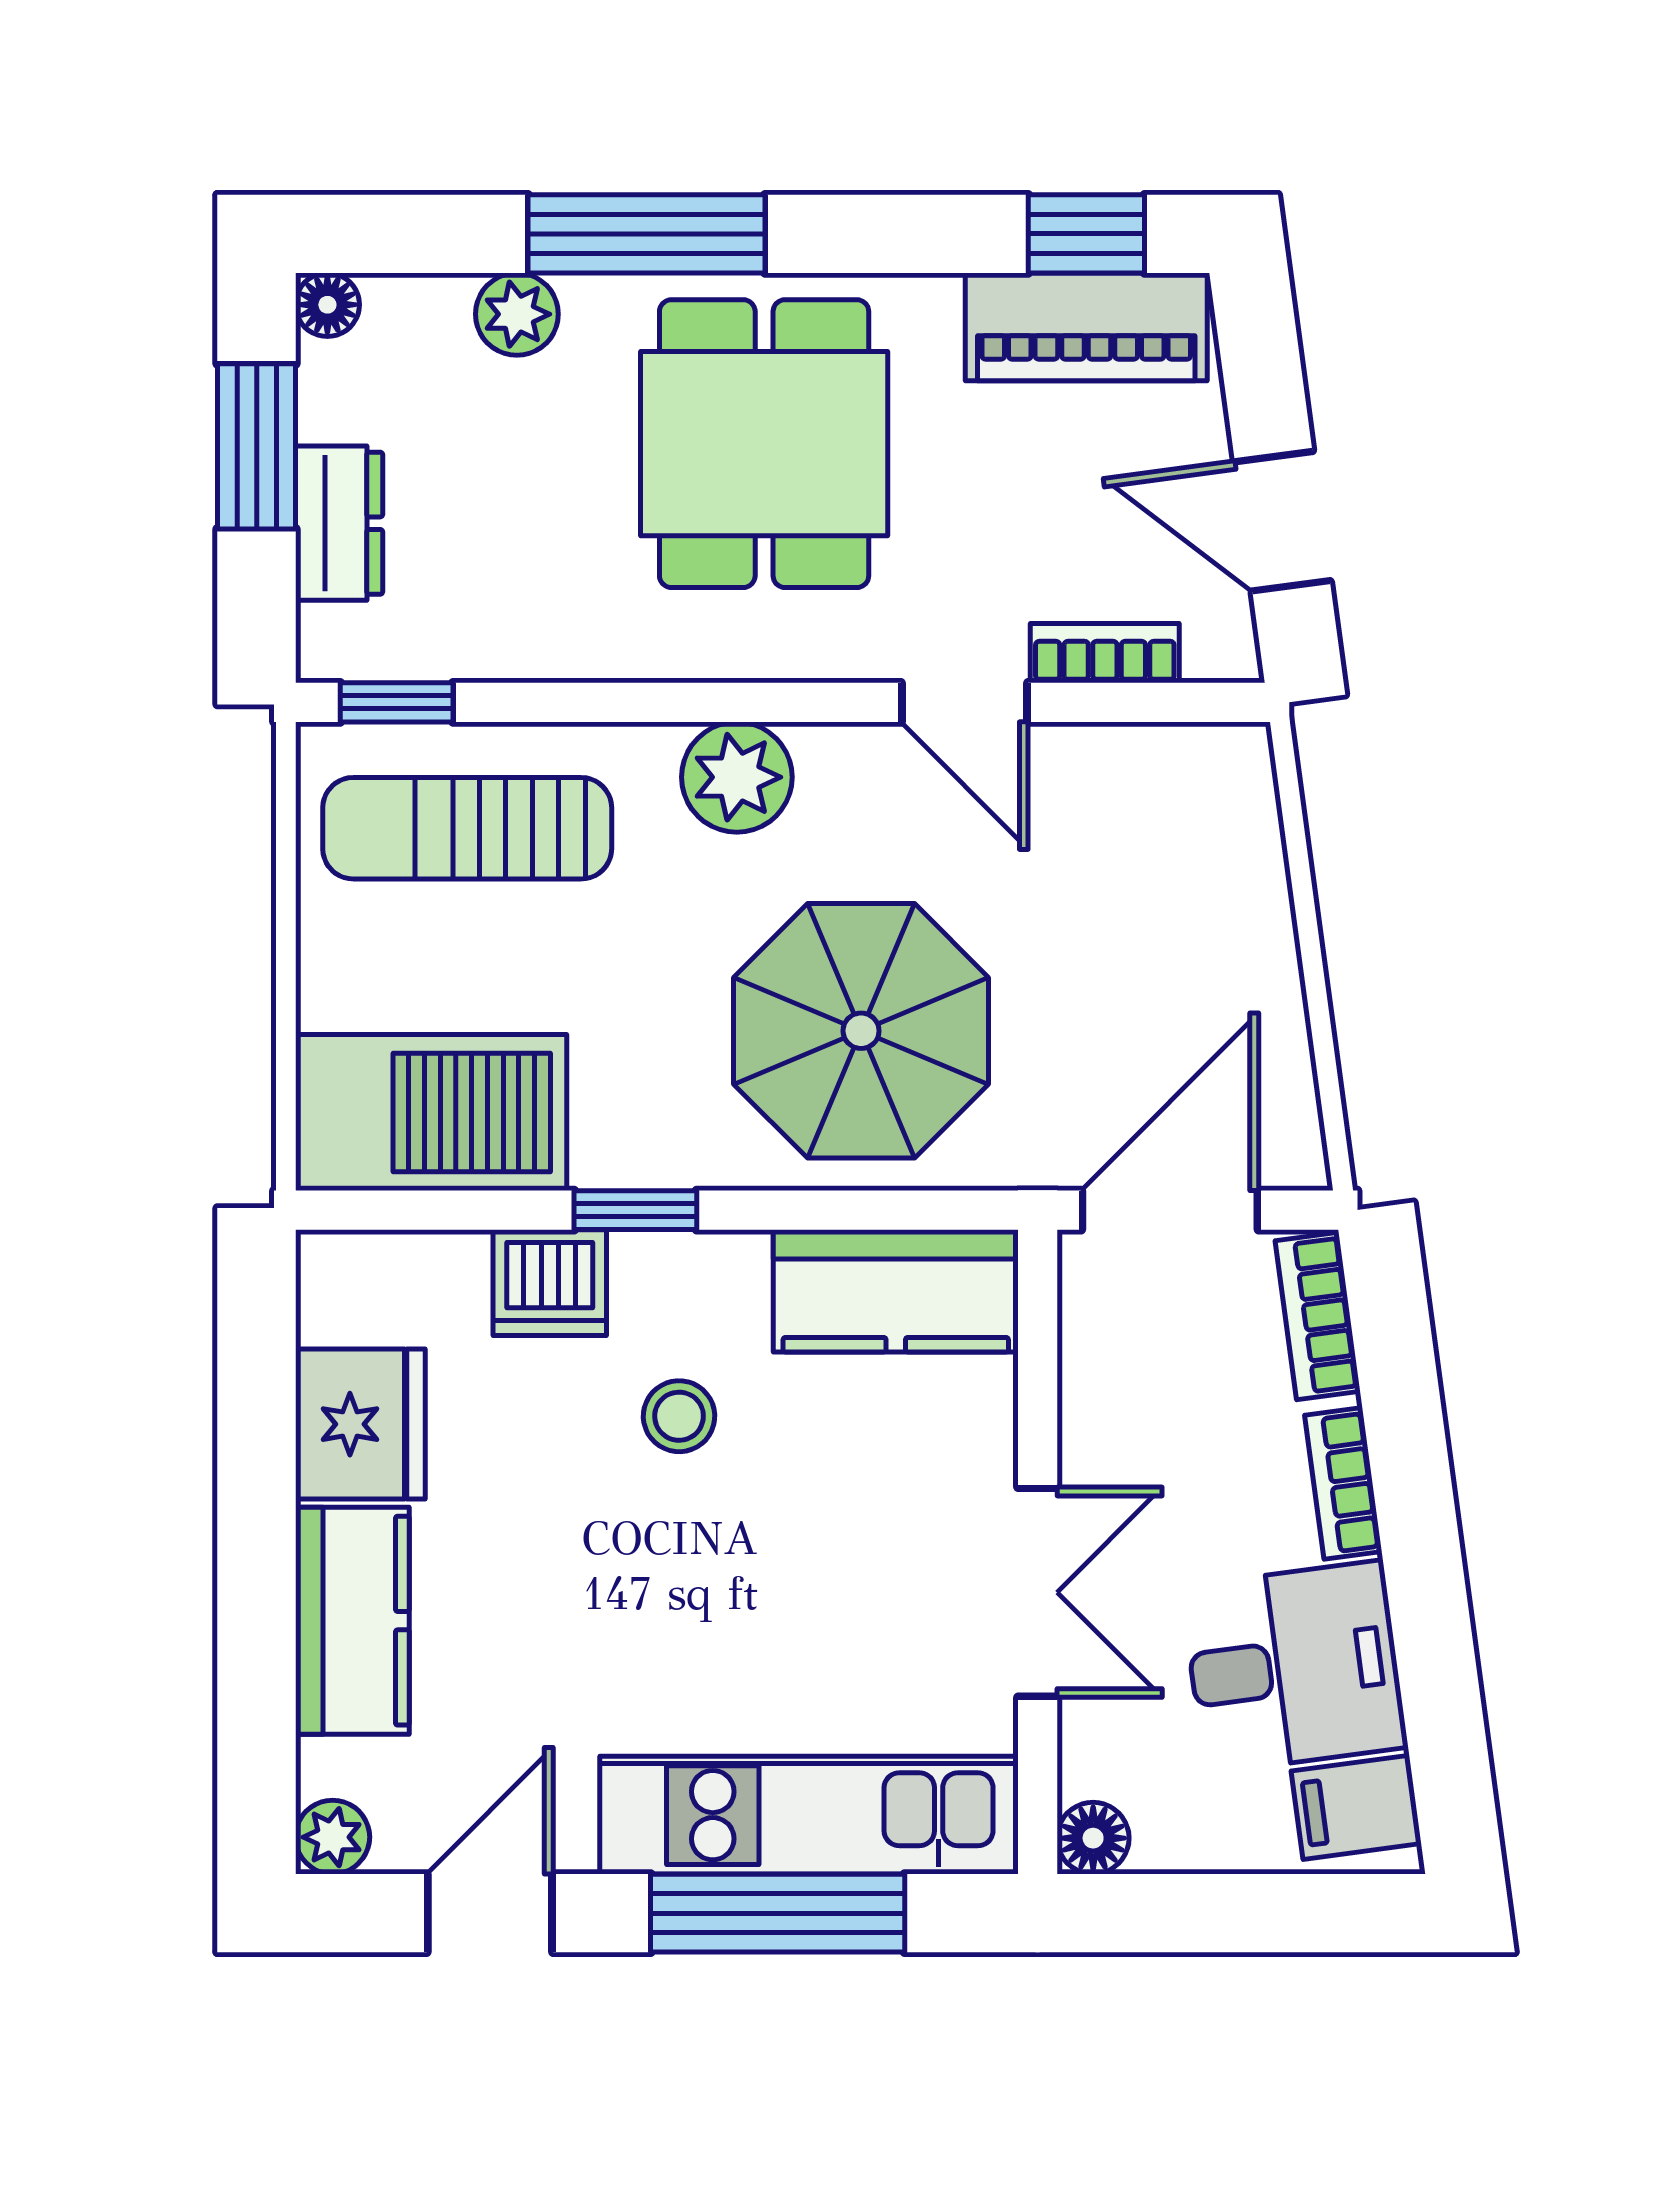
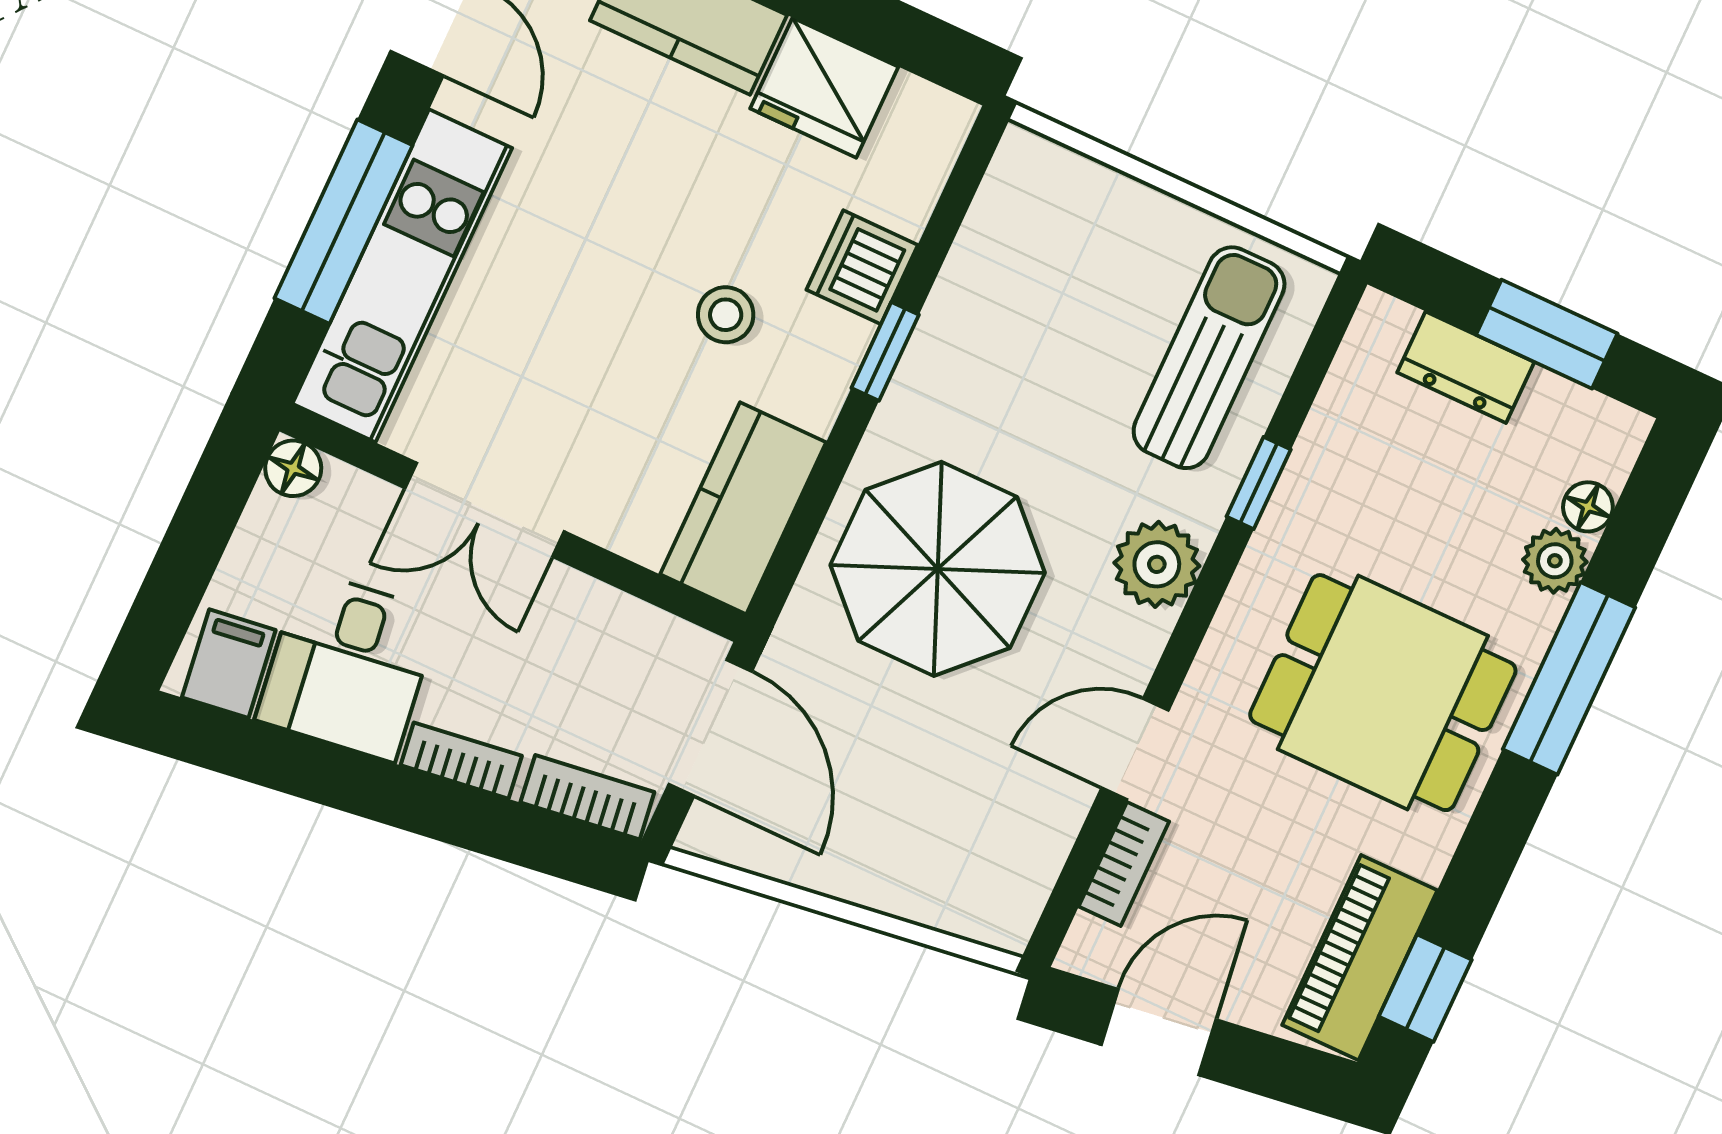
floor lamp: (327, 305) -> (1588, 507), moved
window: (397, 702) -> (1259, 483), moved
barbecue: (431, 1112) -> (1021, 239), removed

